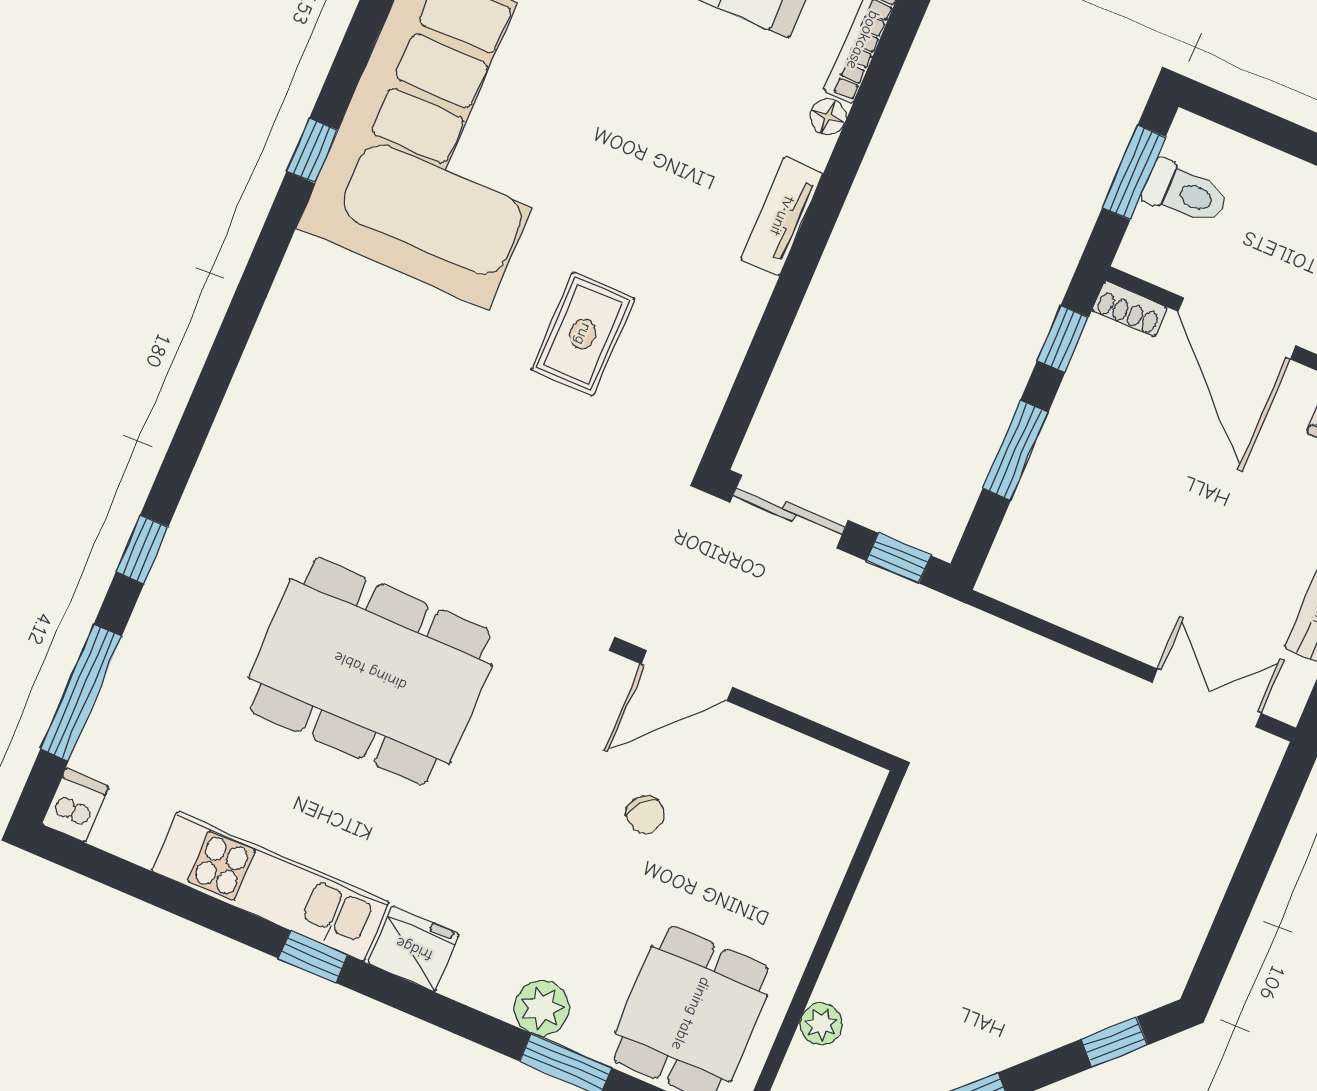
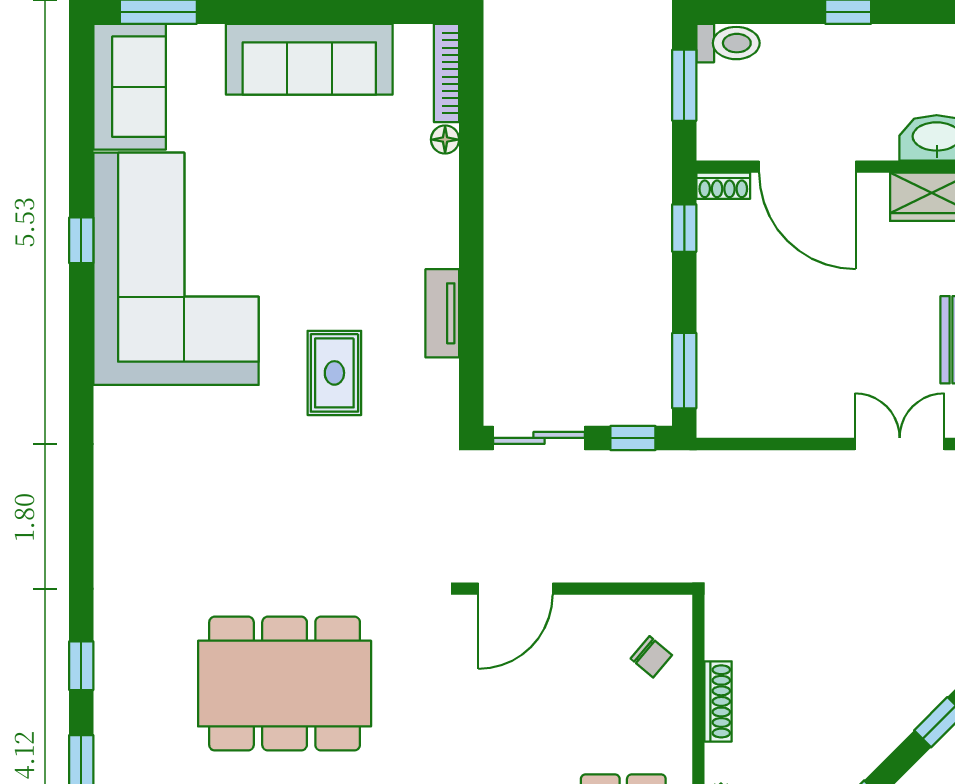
window: (312, 151) -> (81, 240), moved
toilet: (1185, 193) -> (728, 43), moved
tv unit: (782, 216) -> (442, 313), moved
window: (1015, 450) -> (684, 371), moved
chair: (645, 814) -> (651, 657), moved
shoe rack: (867, 908) -> (718, 701), added

